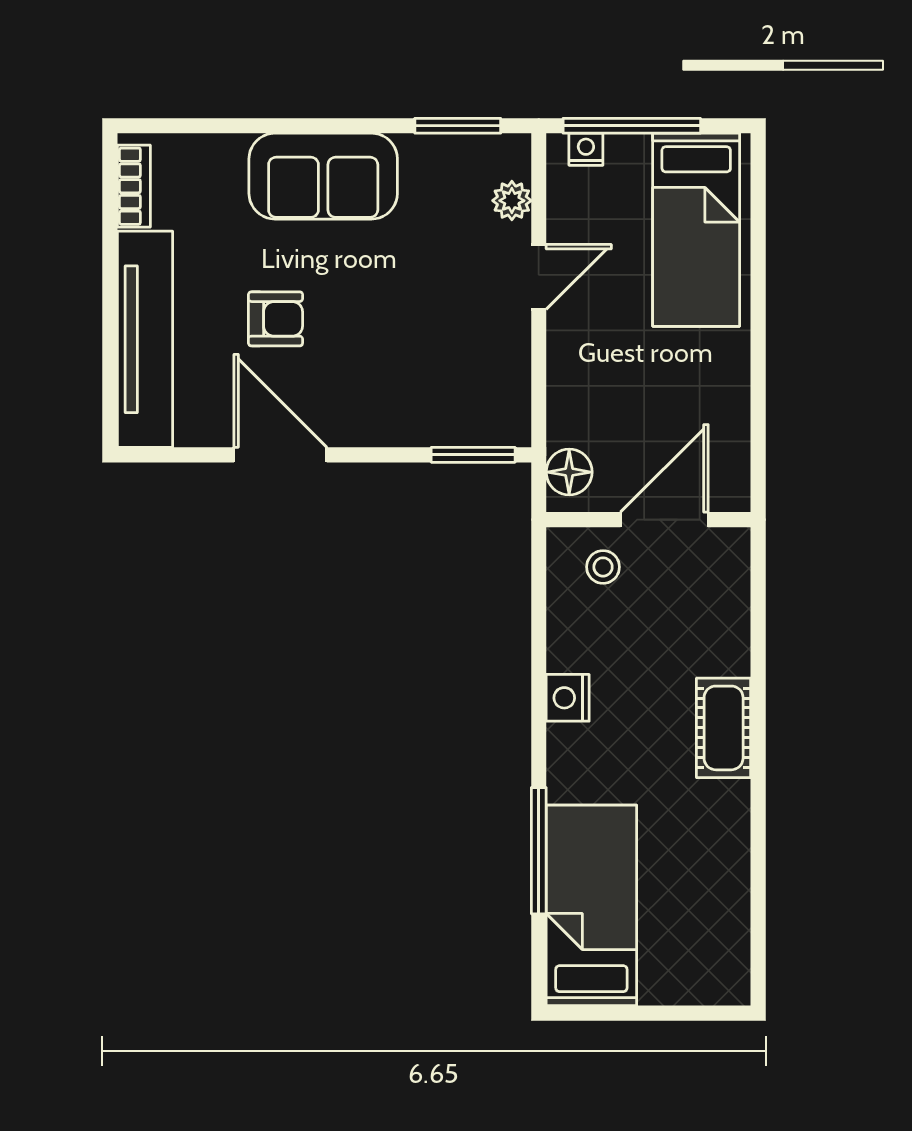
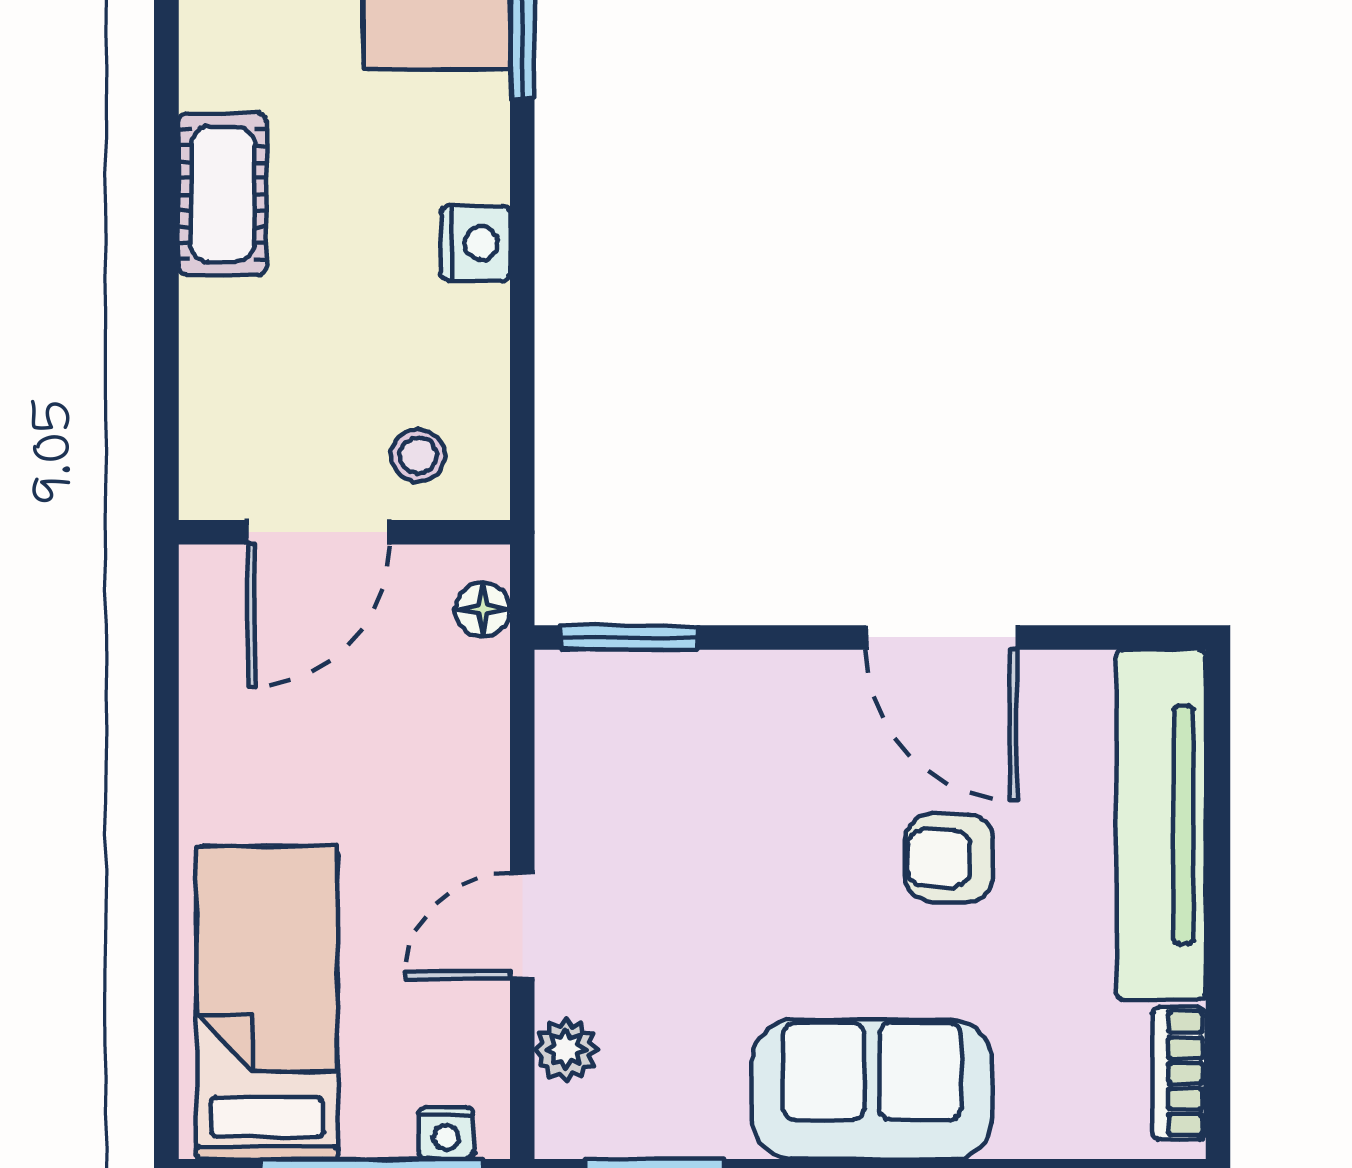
floor lamp: (569, 472) -> (483, 609), width x0.73, depth x0.73

